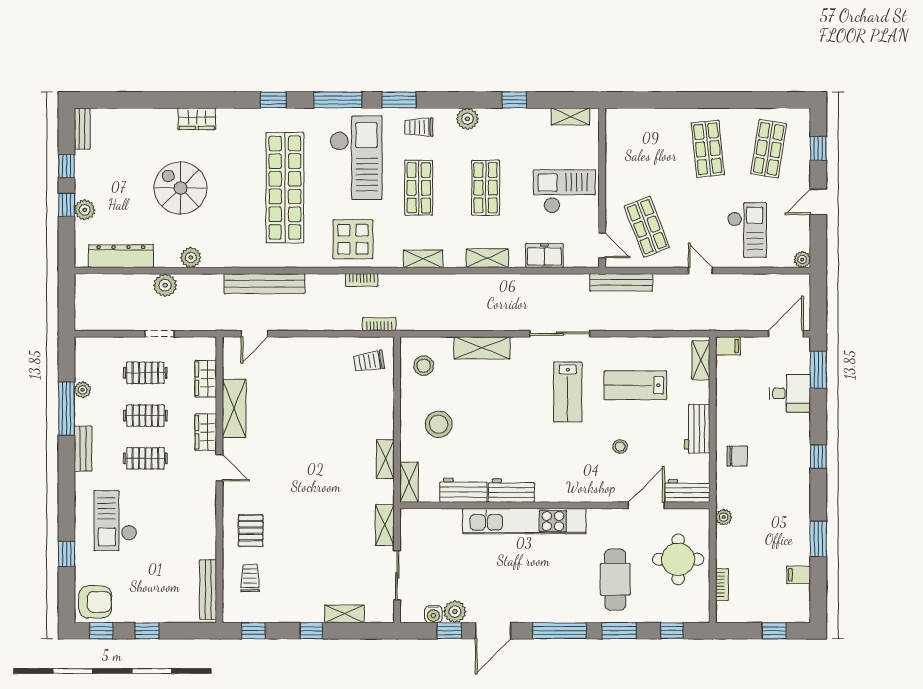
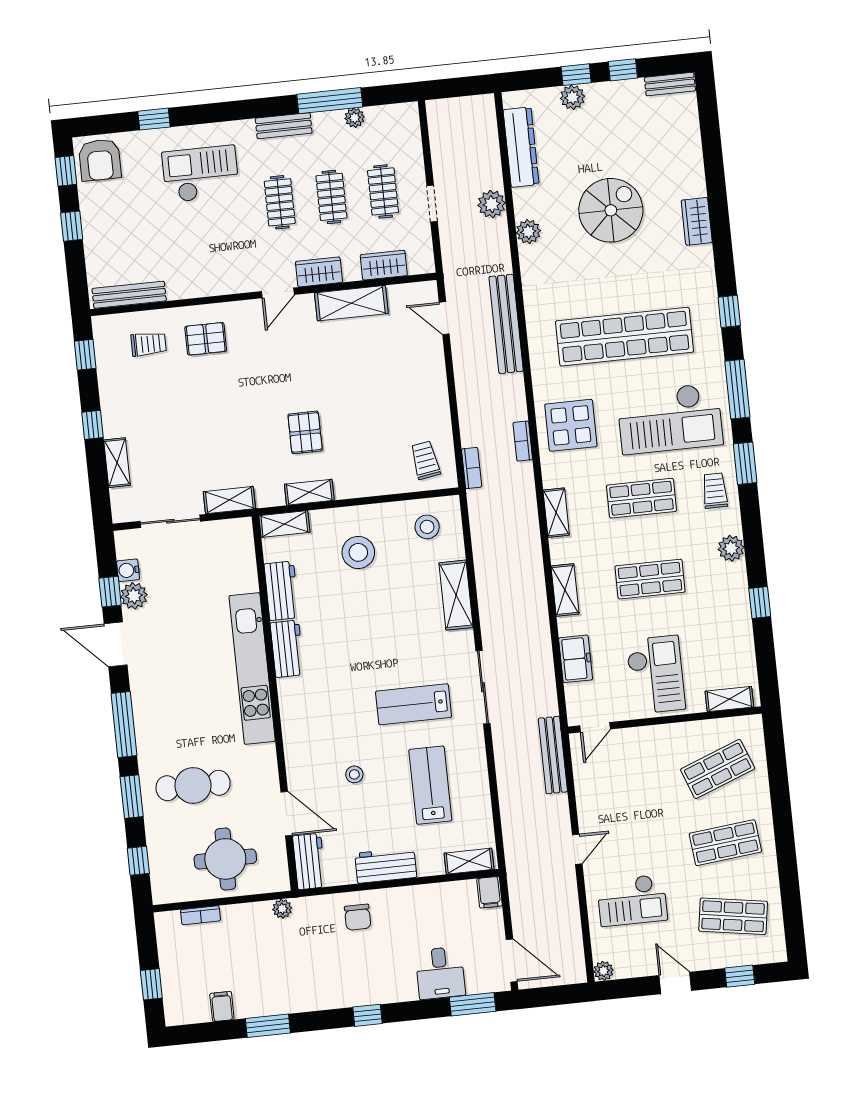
shelving: (570, 116) -> (729, 699), moved, turned 90
shop shelf: (647, 227) -> (718, 769), moved
pallet: (336, 457) -> (305, 432), added

